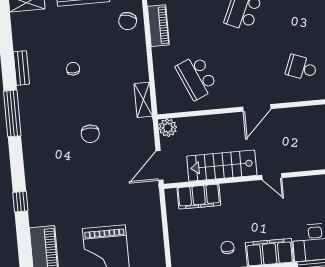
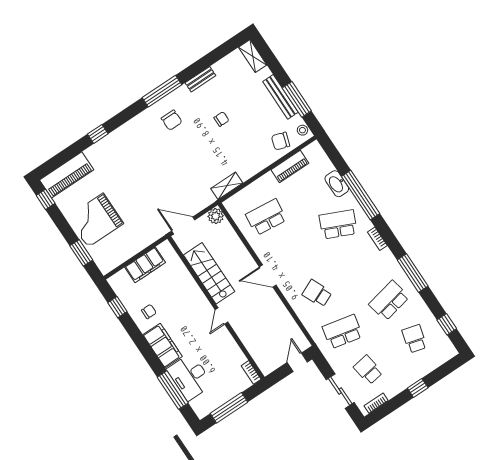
school desk: (301, 68) -> (317, 293), turned -45
school desk: (197, 77) -> (266, 217), turned 30
chair: (90, 134) -> (172, 120), moved, turned -90
filing cabinet: (199, 197) -> (145, 265), moved, turned -90

